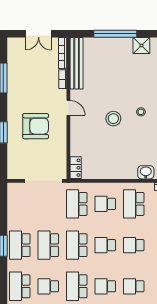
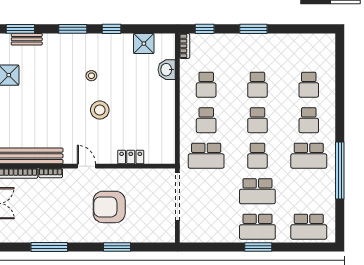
door: (68, 108) -> (86, 166), hinge flipped
armchair: (36, 126) -> (109, 207), turned -90
locker: (76, 168) -> (131, 157), moved
school desk: (134, 204) -> (206, 85), width x0.54
school desk: (77, 245) -> (257, 156), width x0.54
school desk: (48, 286) -> (309, 191), removed

